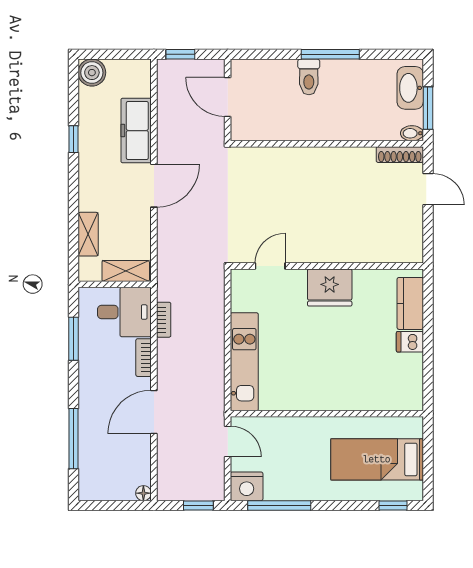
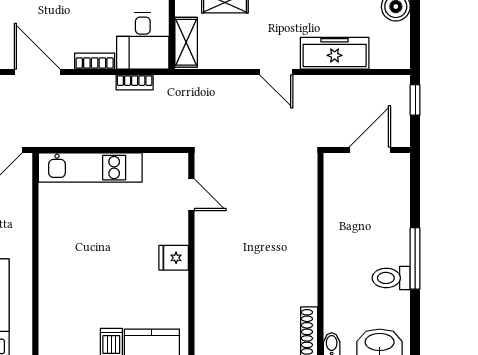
toilet: (309, 77) -> (391, 278), moved
door: (154, 186) -> (276, 72), width x0.73
fridge: (330, 287) -> (174, 258), width x0.53, depth x0.75

